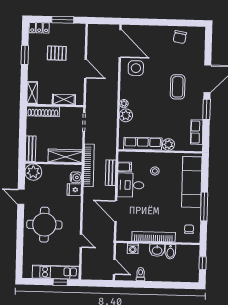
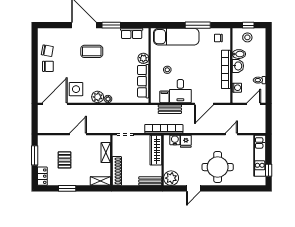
chair: (162, 37) -> (48, 66), added
plant: (126, 115) -> (98, 97), moved
stool: (189, 262) -> (247, 37), added
window: (60, 282) -> (269, 170), moved

